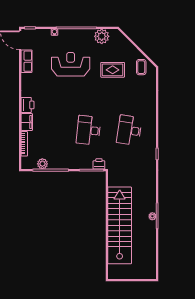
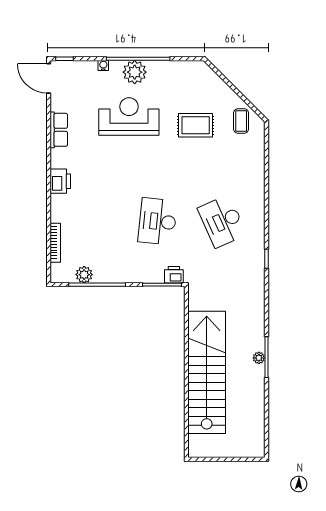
plant: (102, 36) -> (135, 72), moved
row of seats: (26, 61) -> (59, 130), moved
filing cabinet: (27, 122) -> (59, 208), removed
desk: (129, 130) -> (222, 221), turned -33

